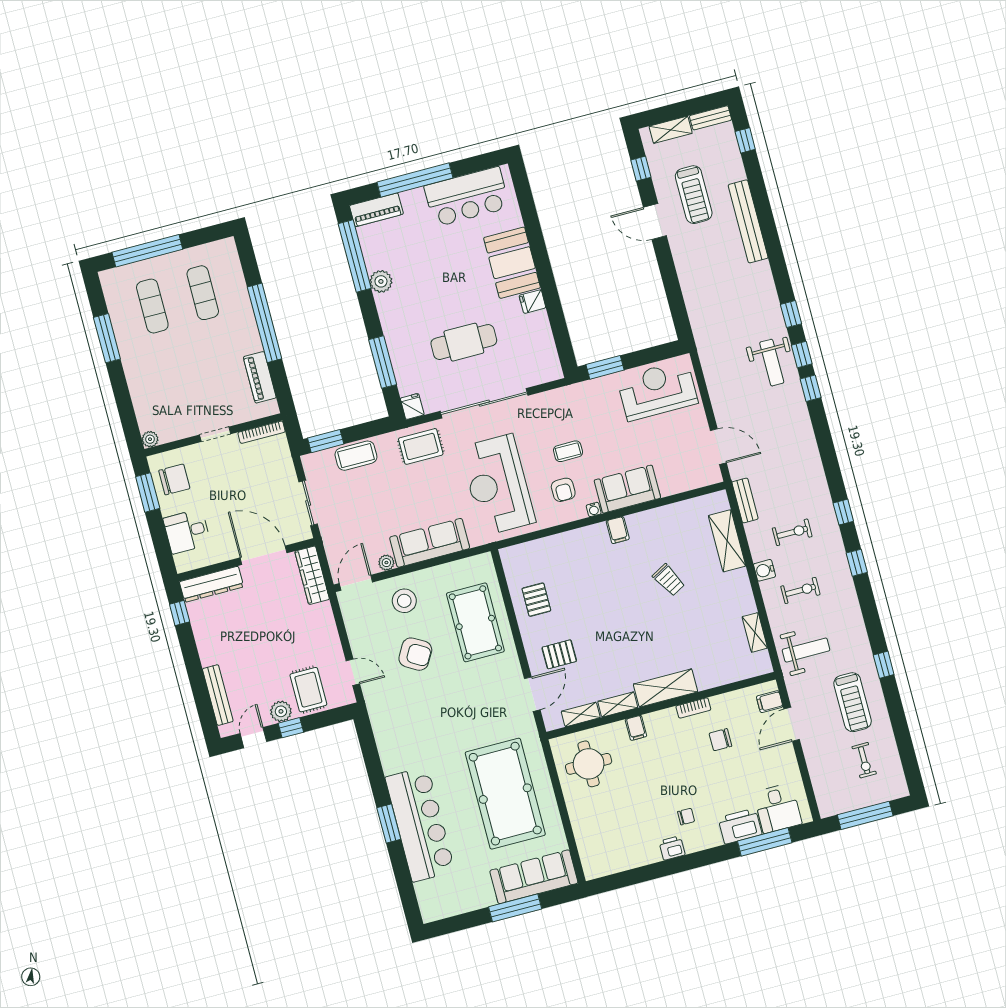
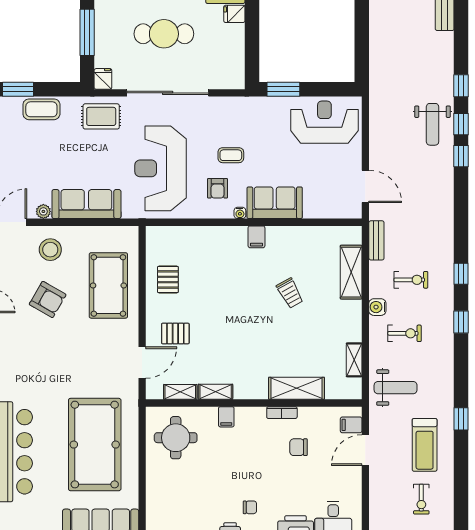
shelving: (666, 688) -> (297, 388), moved

